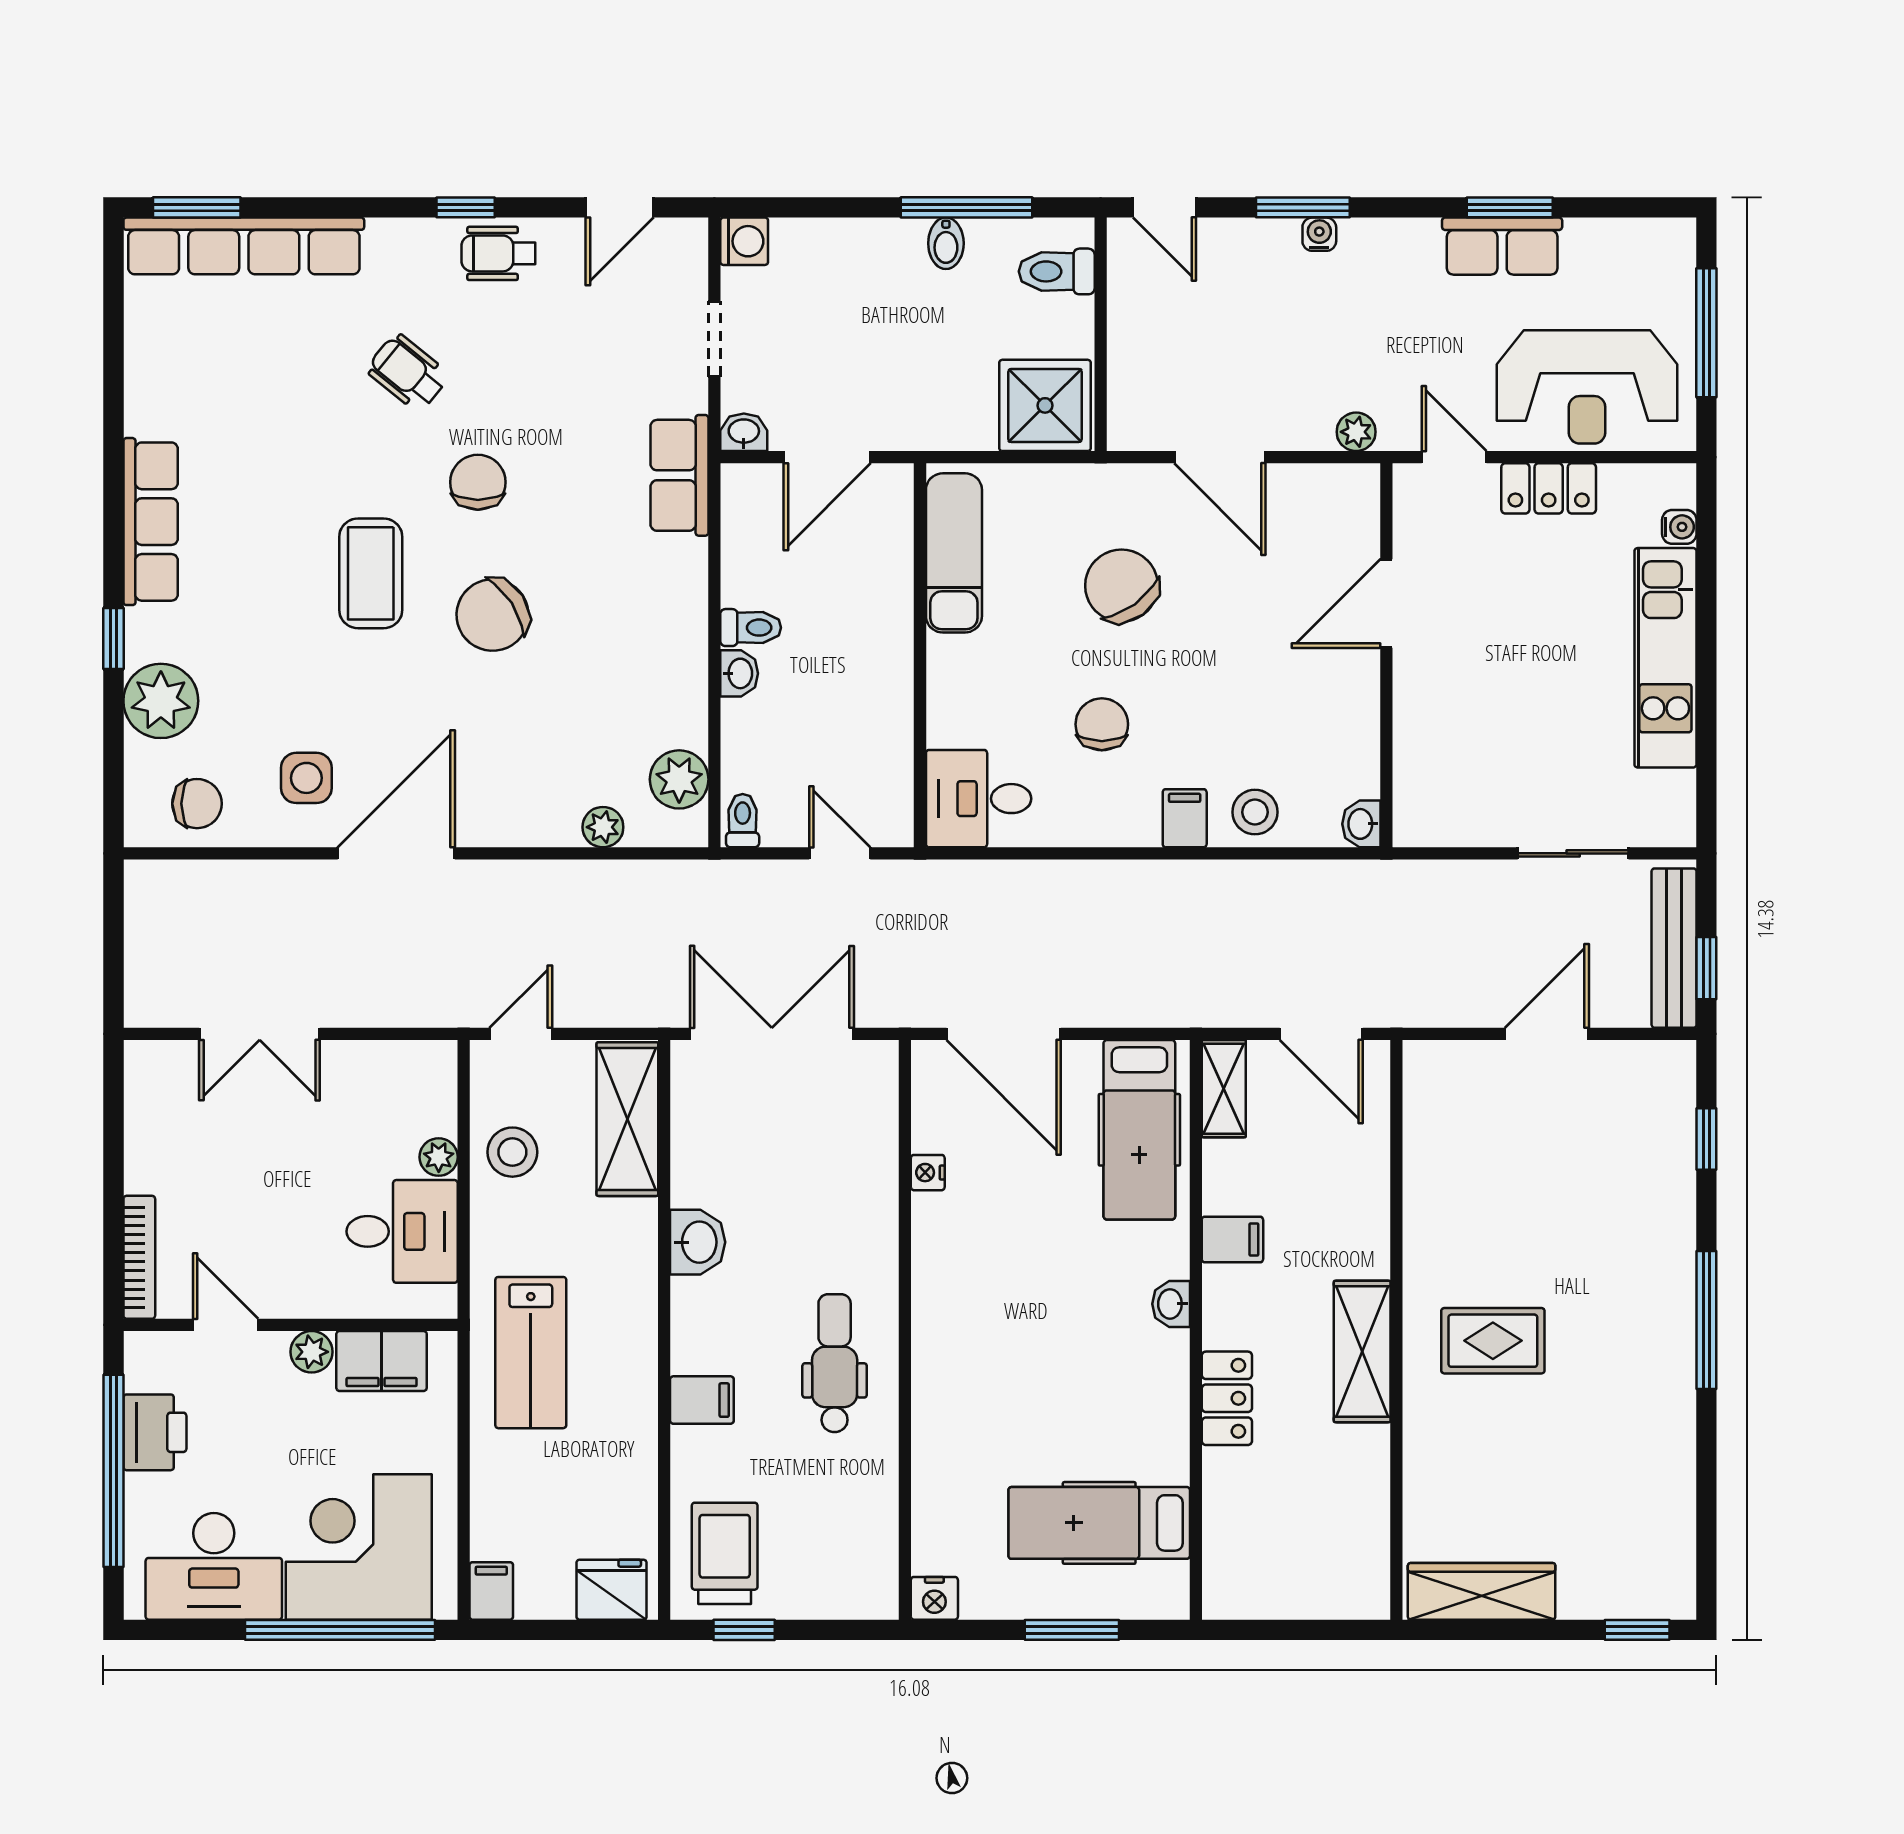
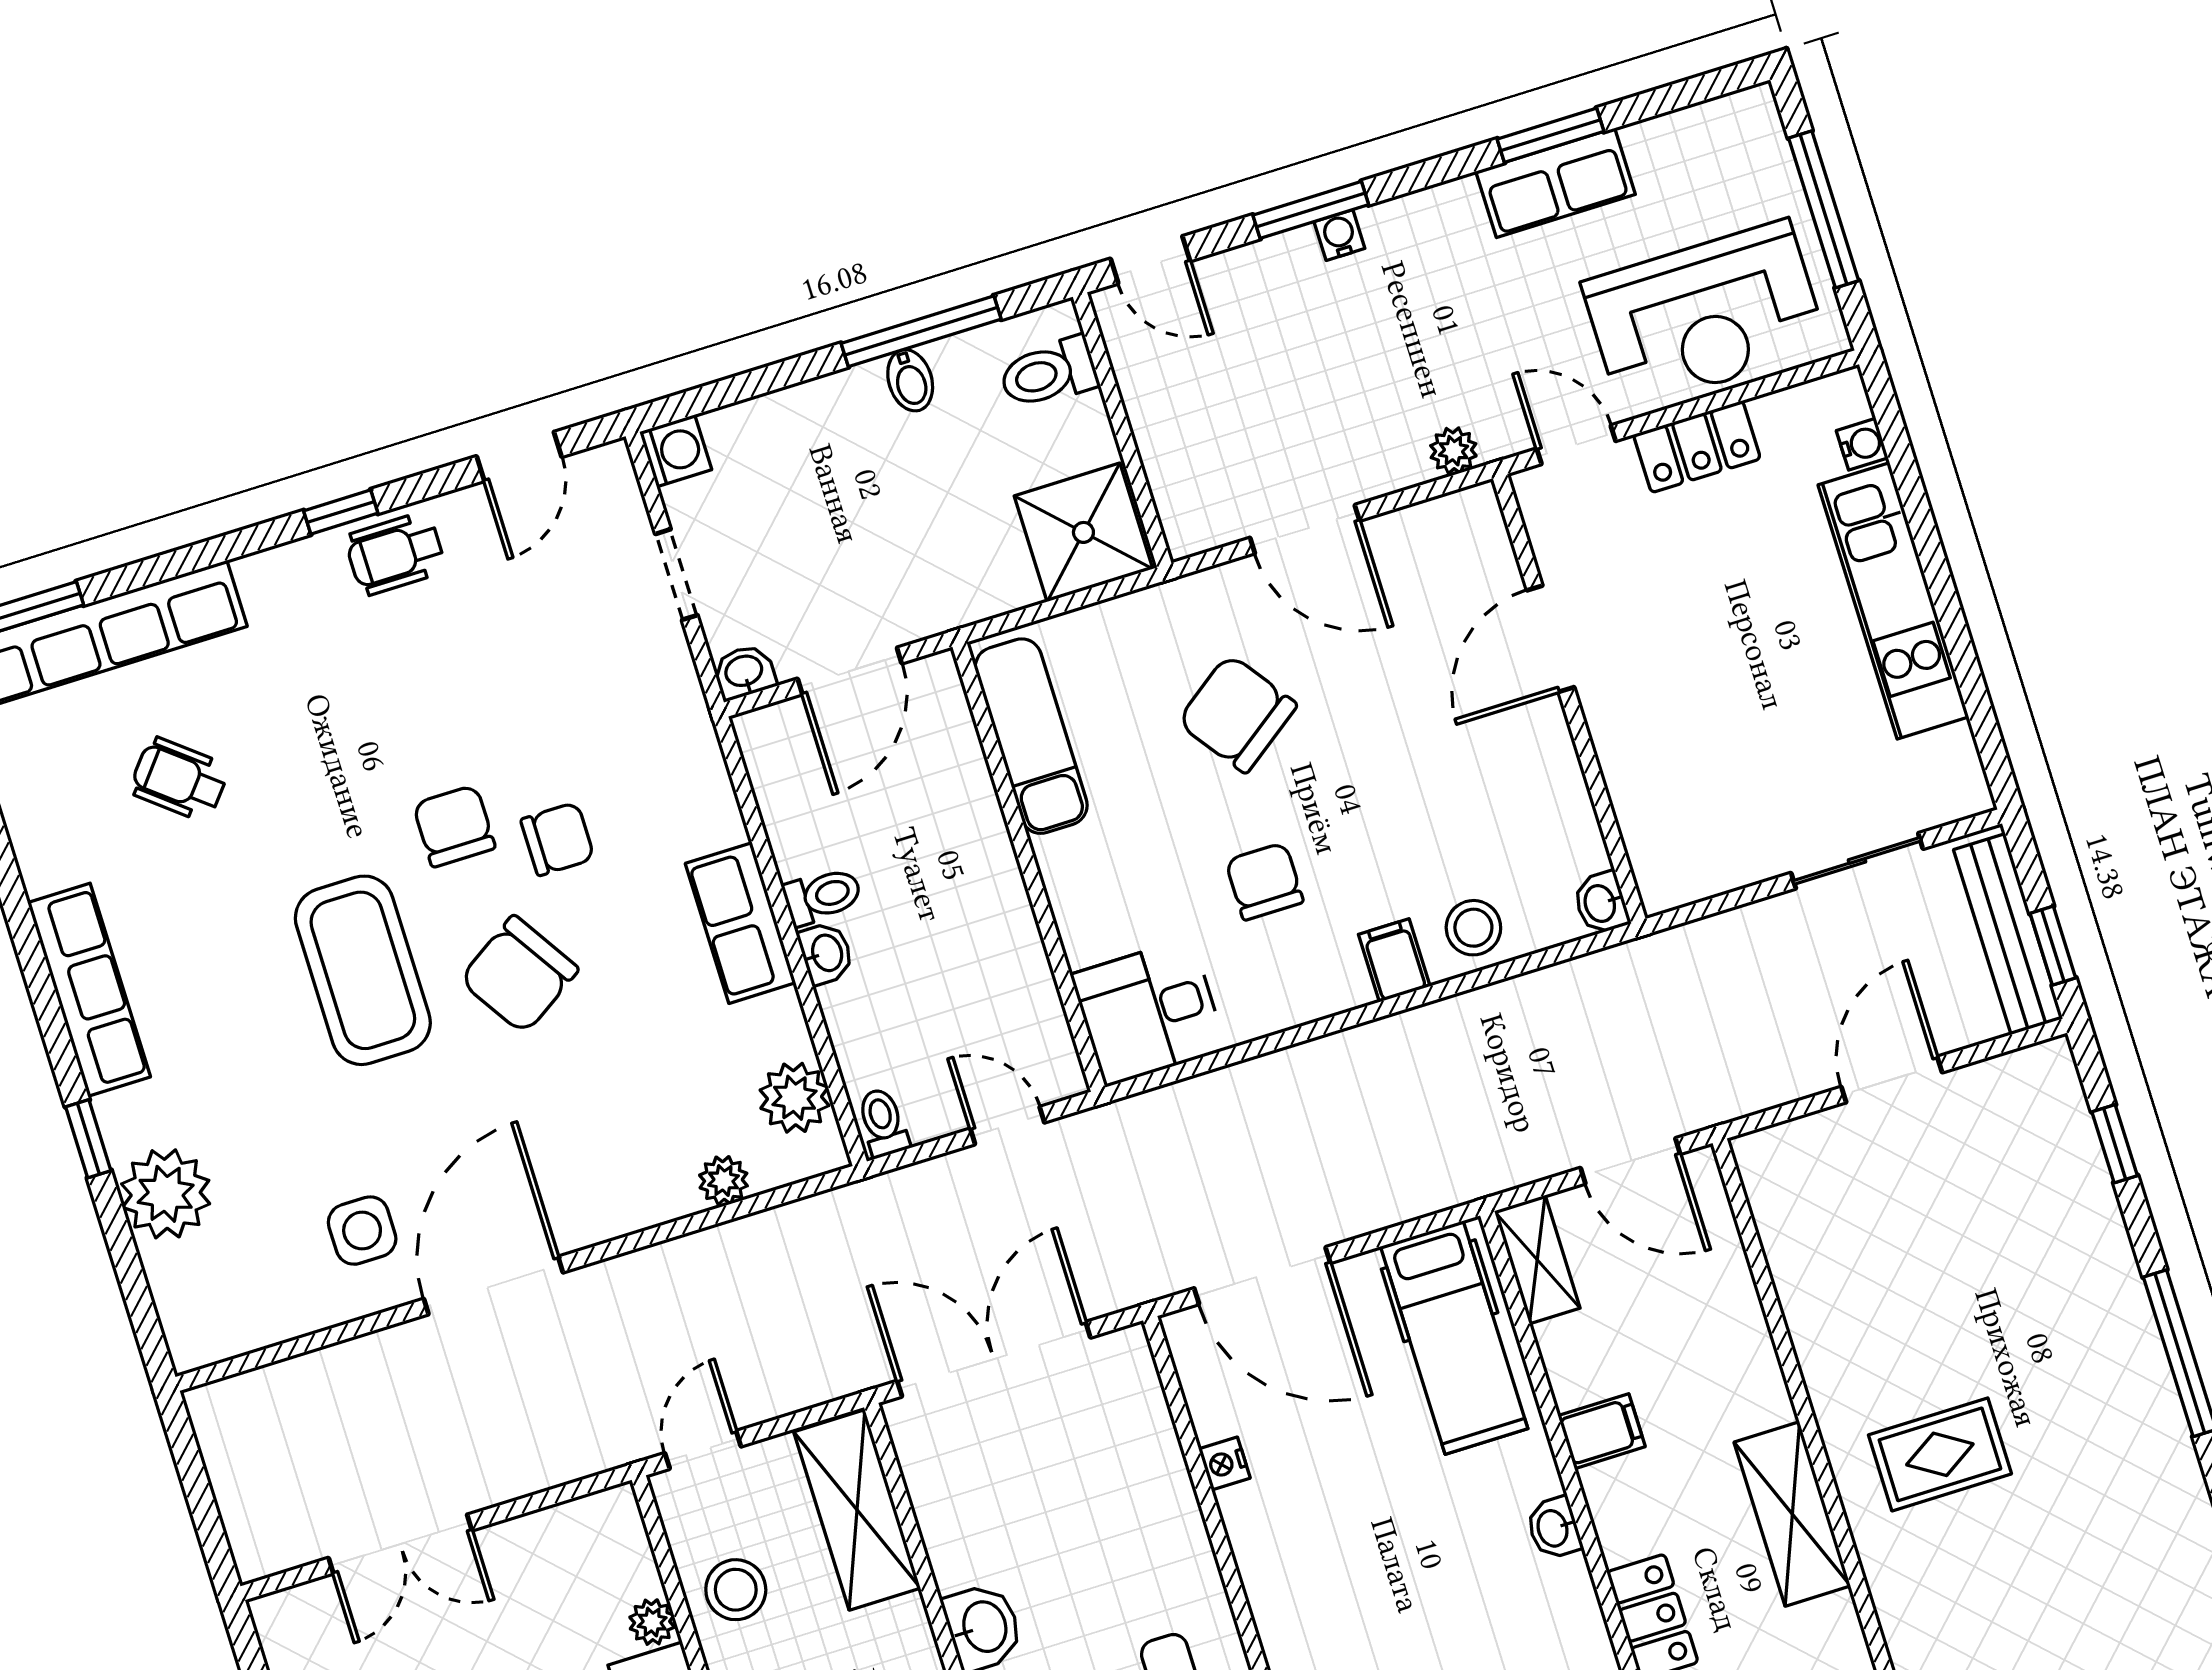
wheelchair: (408, 373) -> (179, 779), moved
row of seats: (679, 475) -> (740, 923), moved
coffee table: (371, 573) -> (363, 970), width x1.36, depth x1.32
chair: (197, 804) -> (558, 839), moved

